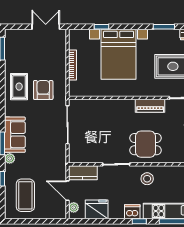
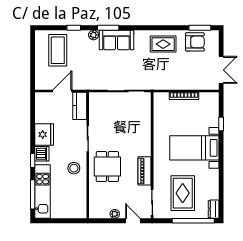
window: (164, 27) -> (221, 184), removed
bed with nightstands: (119, 54) -> (194, 148), width x0.73
armchair: (43, 90) -> (195, 42), moved
coffee table: (25, 195) -> (58, 50), turned 90
plant: (74, 207) -> (46, 97), removed
fridge: (97, 209) -> (44, 134), moved

